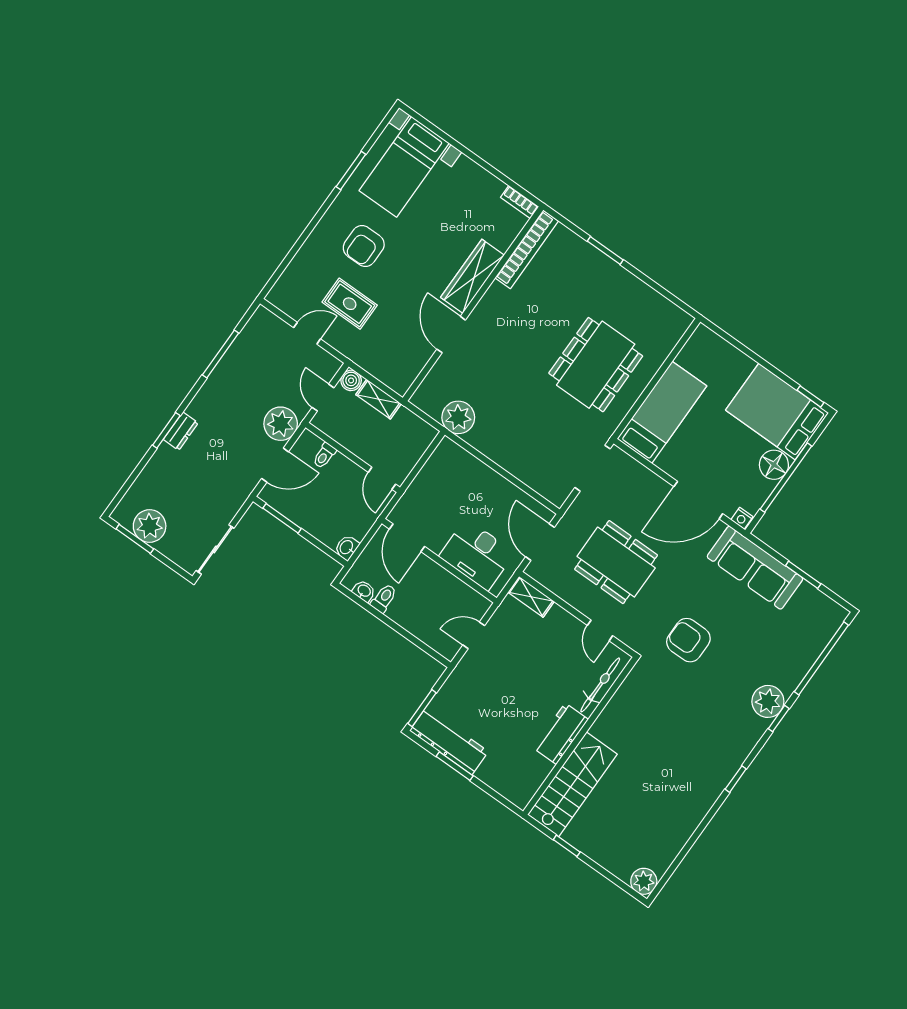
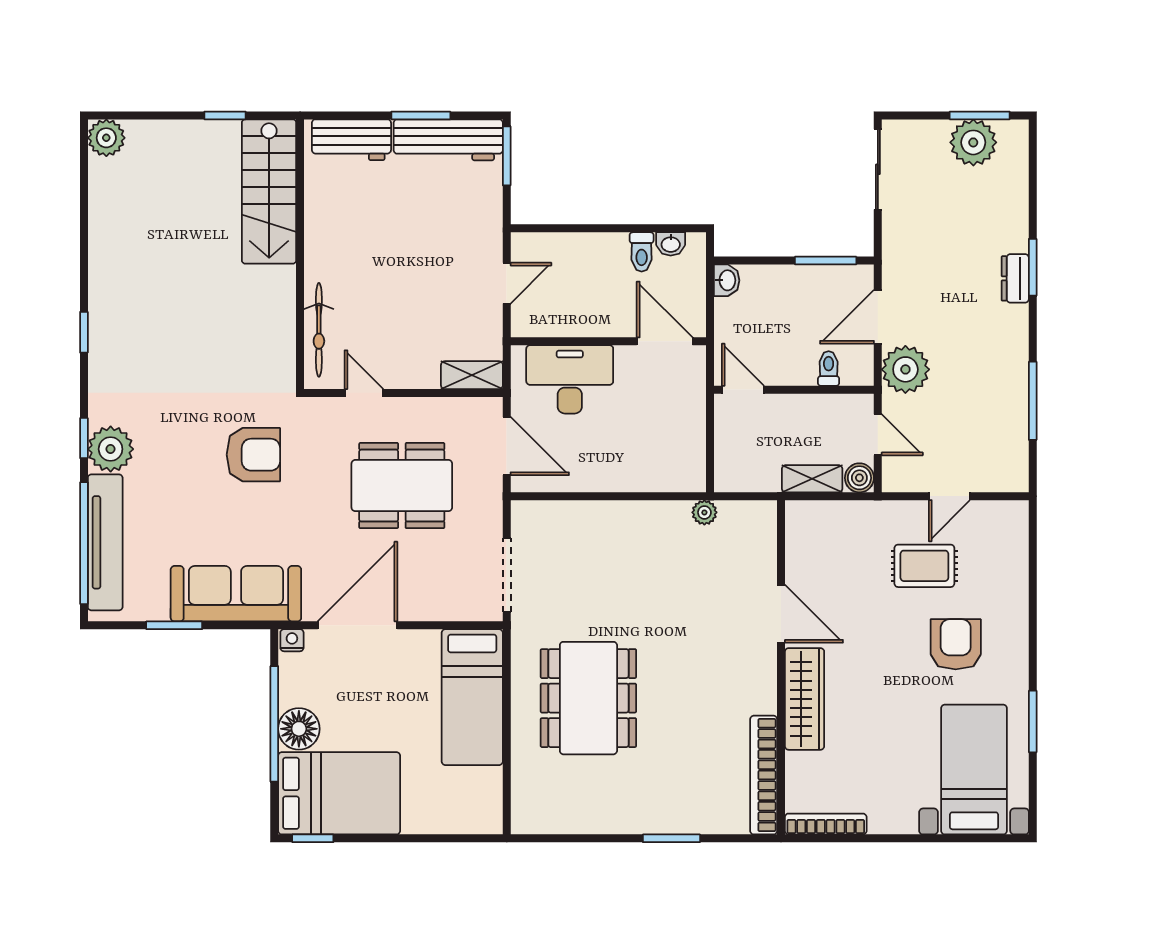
bookcase: (520, 202) -> (826, 824), width x1.56
plant: (458, 417) -> (704, 512), width x0.53, depth x0.53
tv unit: (809, 650) -> (105, 542), added
workbench: (561, 734) -> (351, 140), moved, turned 90

